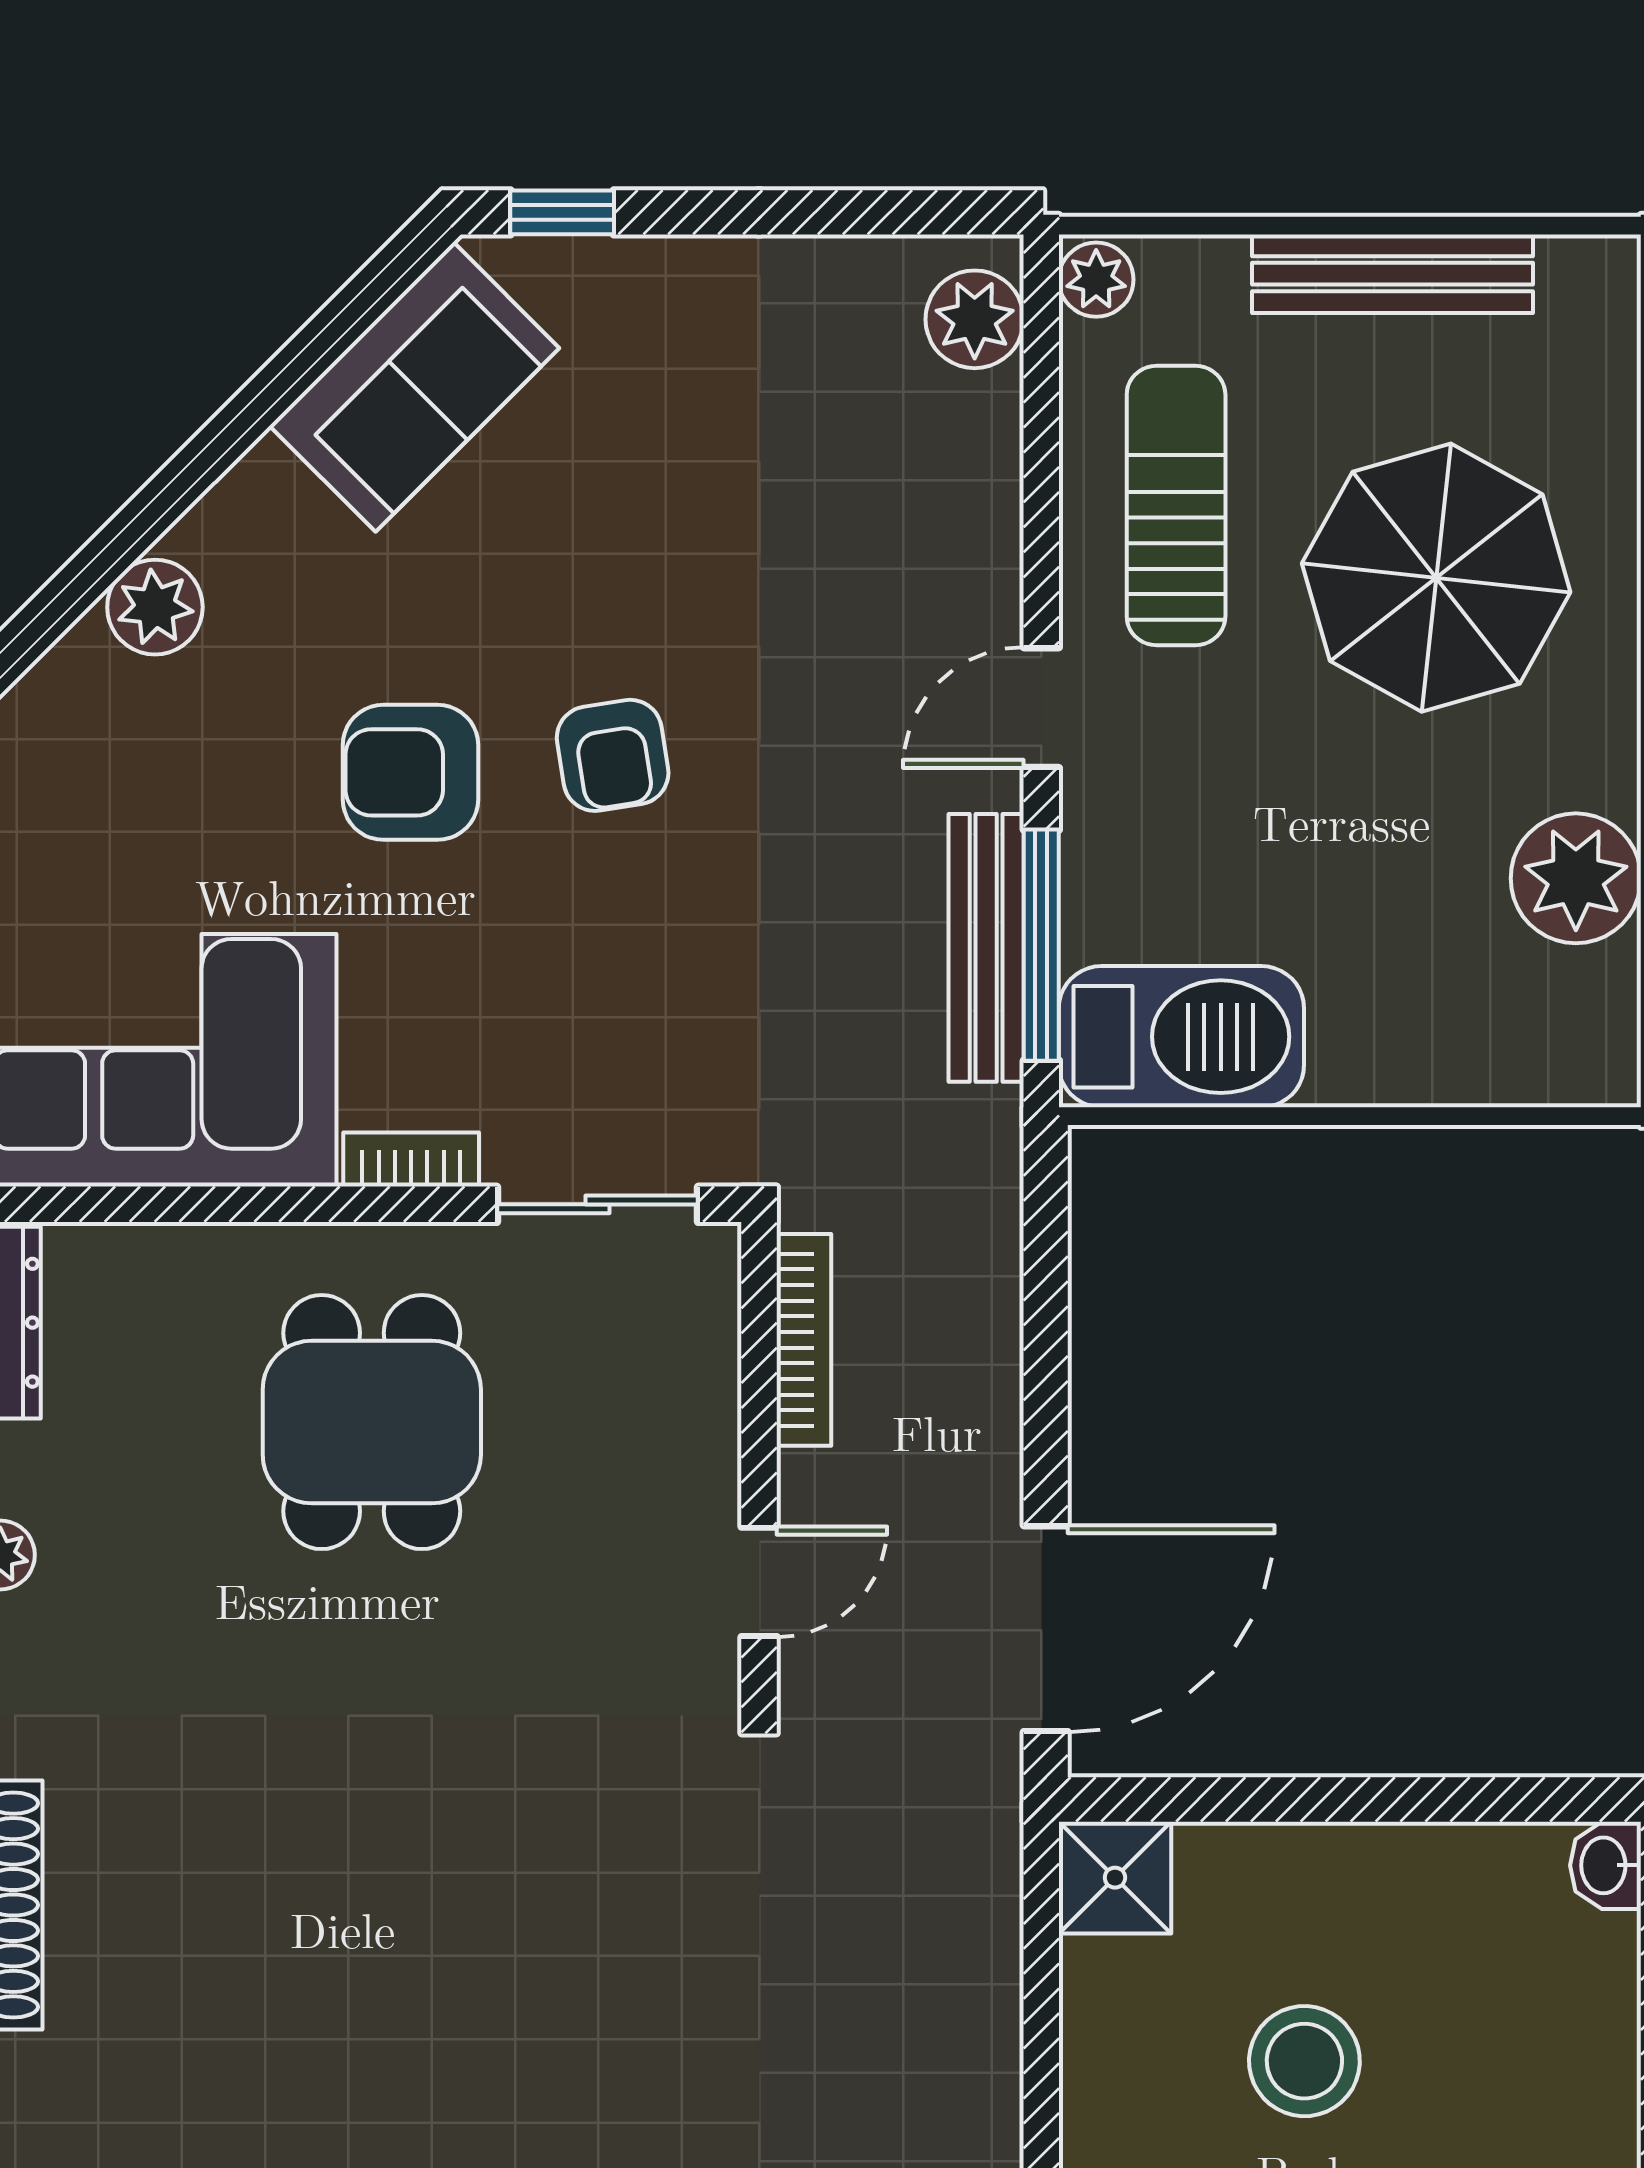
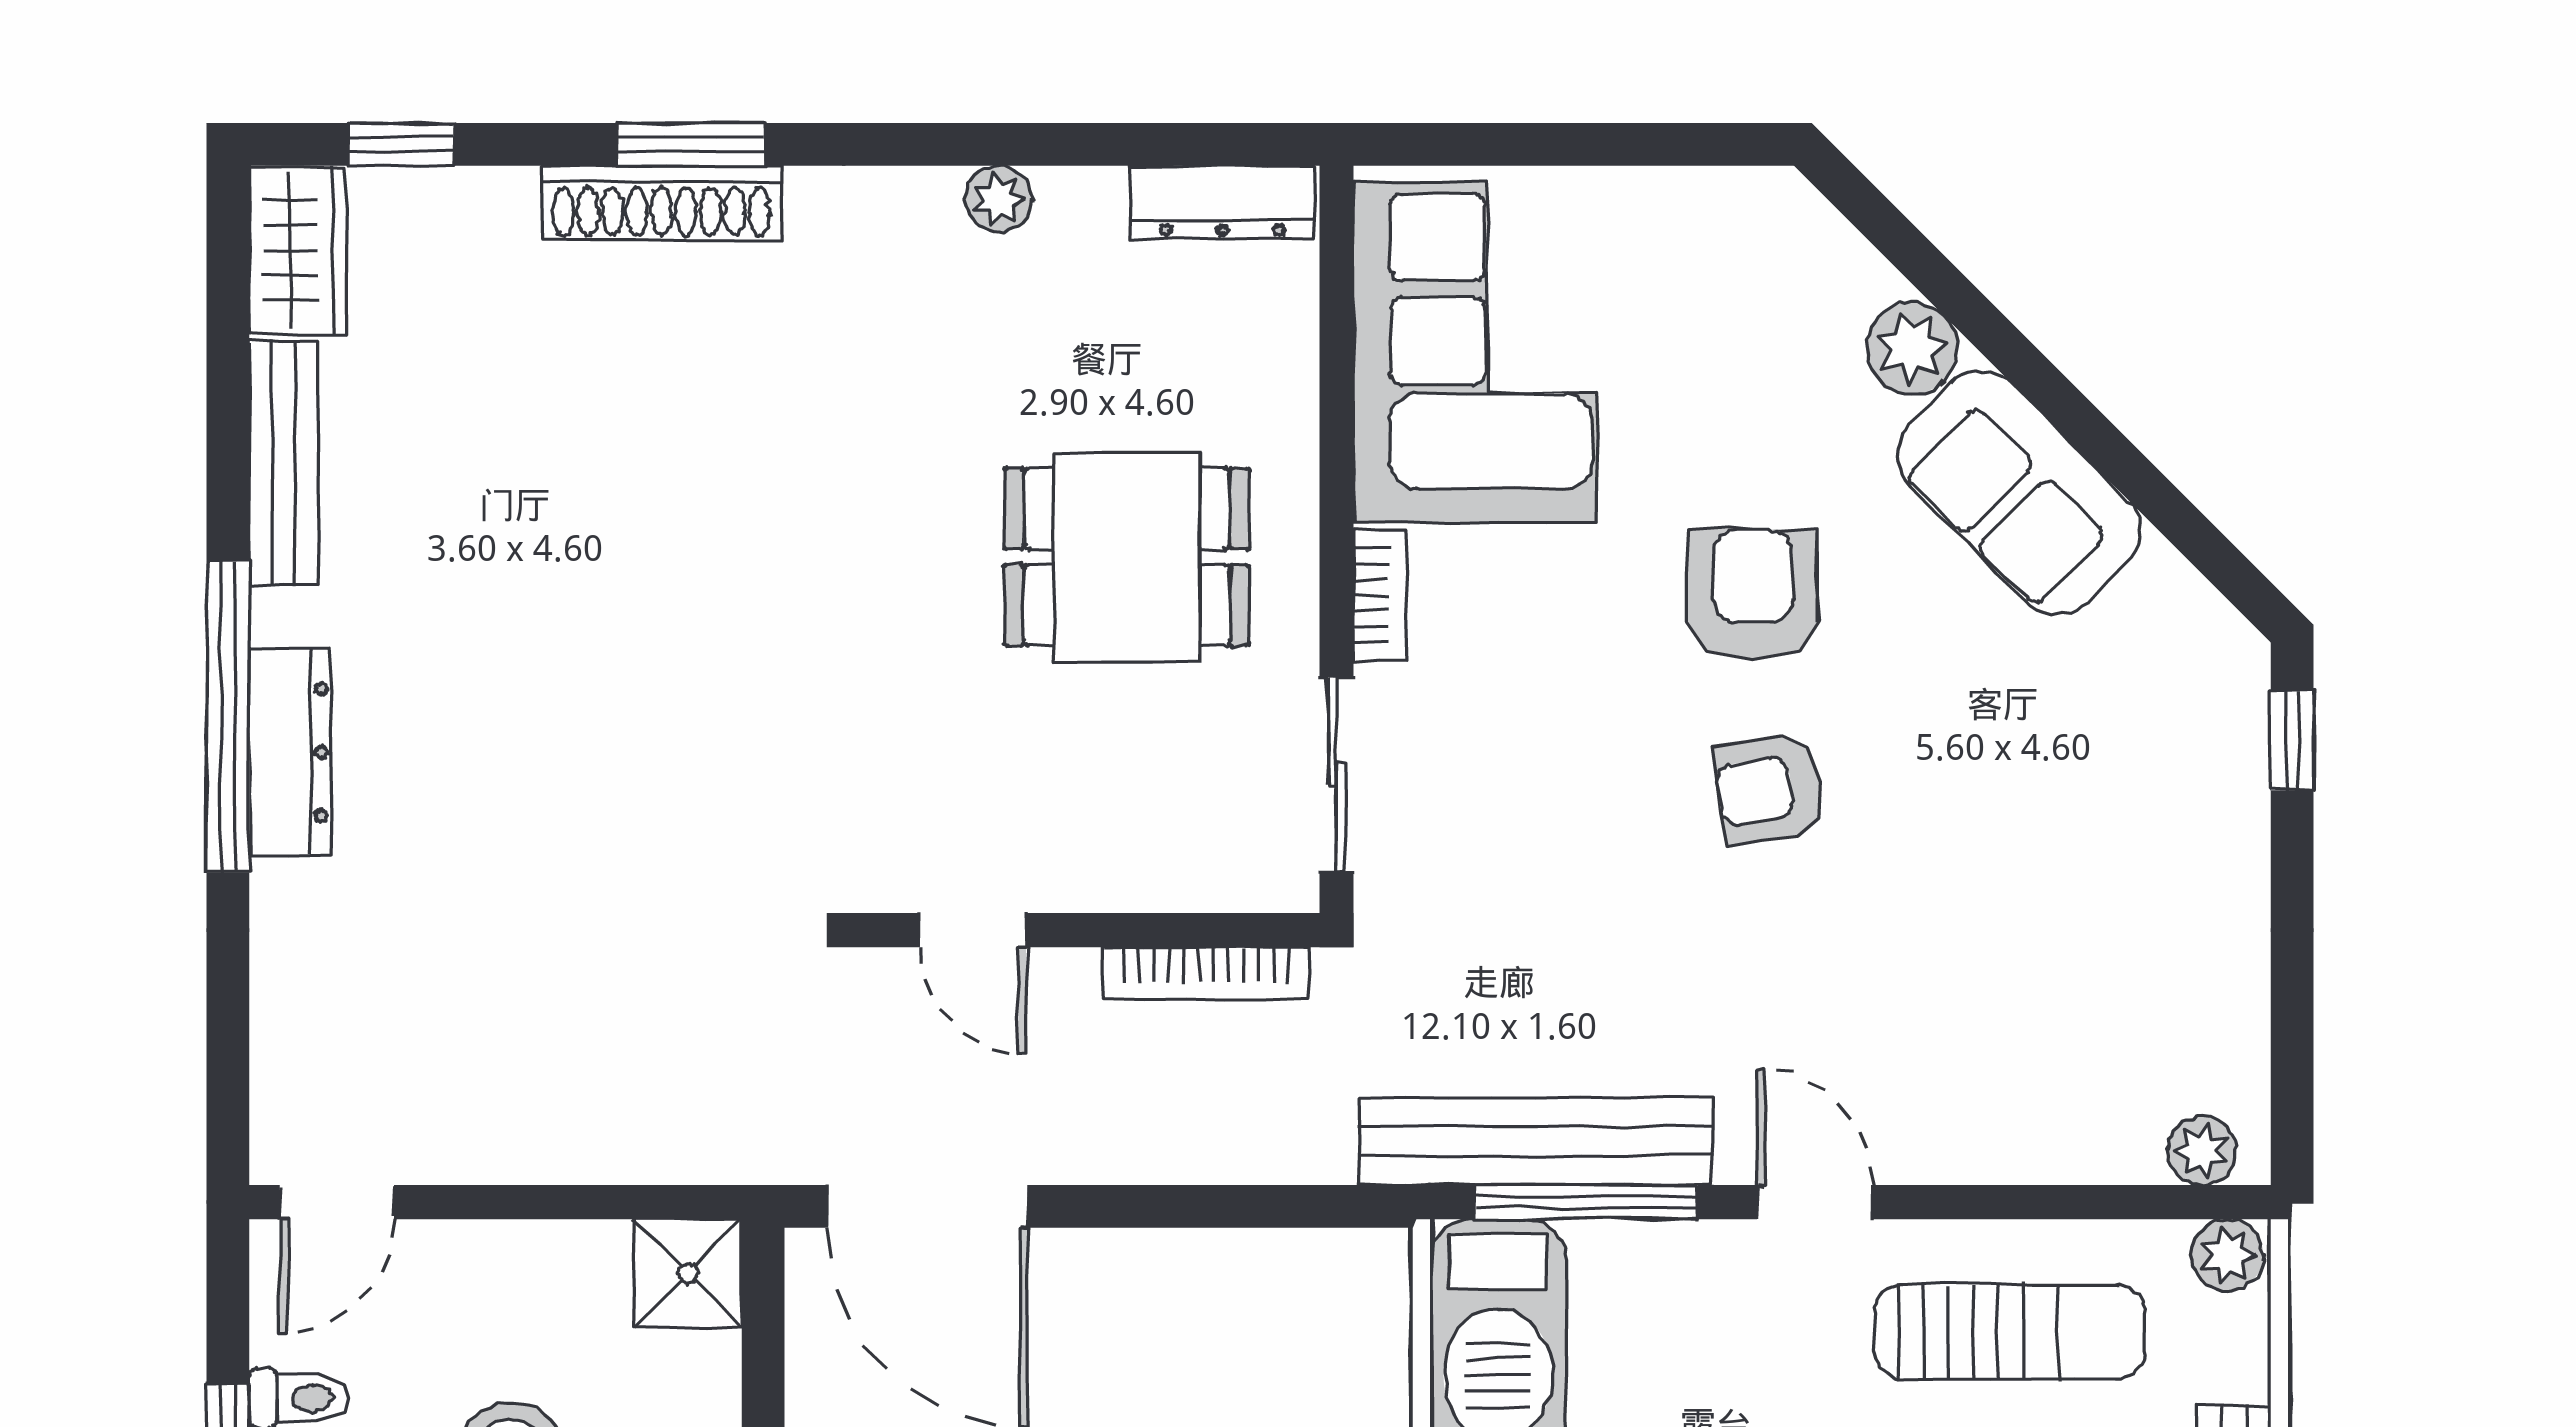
plant: (975, 319) -> (2202, 1151), width x0.73, depth x0.73
sofa: (414, 387) -> (2019, 493), moved
bench: (986, 948) -> (1536, 1141), width x1.37, depth x1.21

